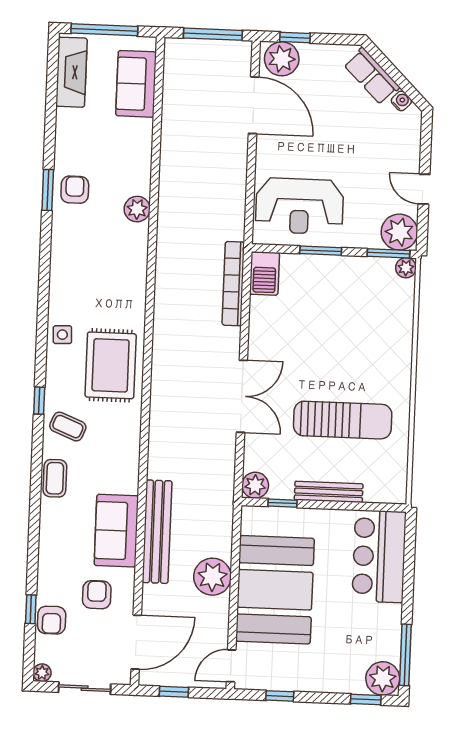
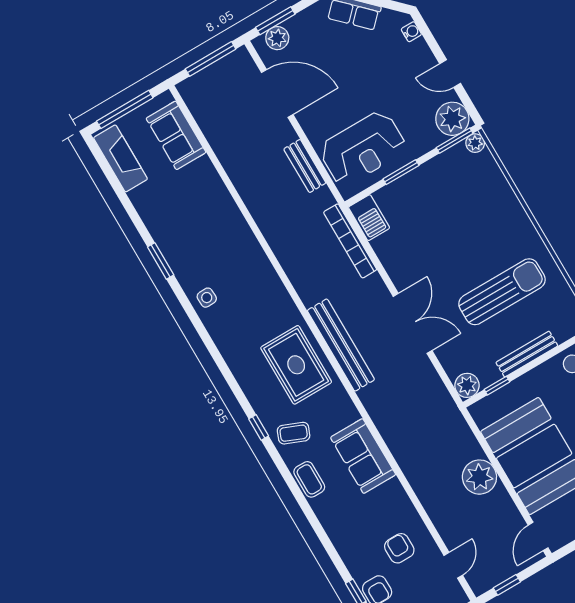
window: (295, 37) -> (275, 21), width x1.50
plant: (282, 59) -> (277, 38), width x0.73, depth x0.73
water cooler: (401, 101) -> (411, 32), moved, turned 45
bench: (236, 188) -> (305, 166), added
armchair: (75, 190) -> (181, 247), removed
plant: (137, 209) -> (239, 231), removed
side table: (62, 335) -> (207, 298), moved
sofa: (116, 531) -> (363, 456), moved
bench: (157, 532) -> (341, 345), moved
door: (136, 642) -> (453, 565), width x0.53

